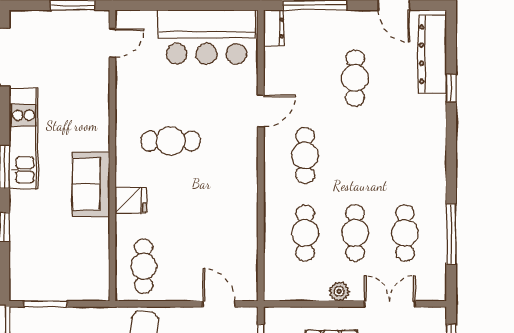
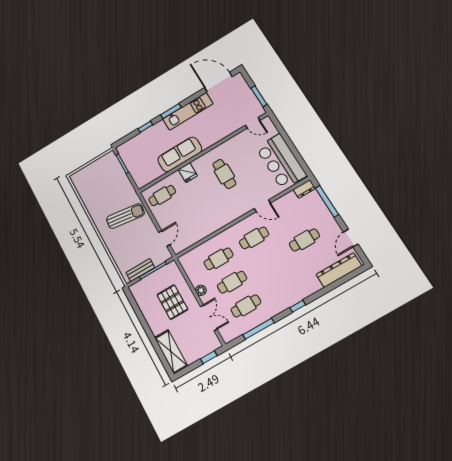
window: (451, 88) -> (298, 306), moved
sofa: (91, 184) -> (180, 154), width x1.36

